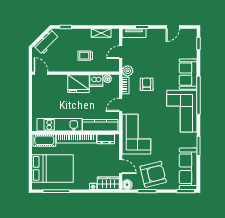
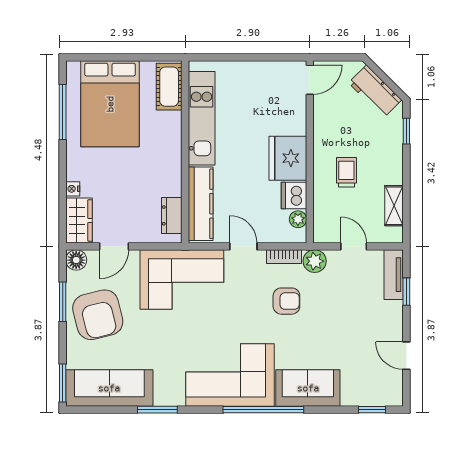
bookcase: (76, 139) -> (172, 154), removed

